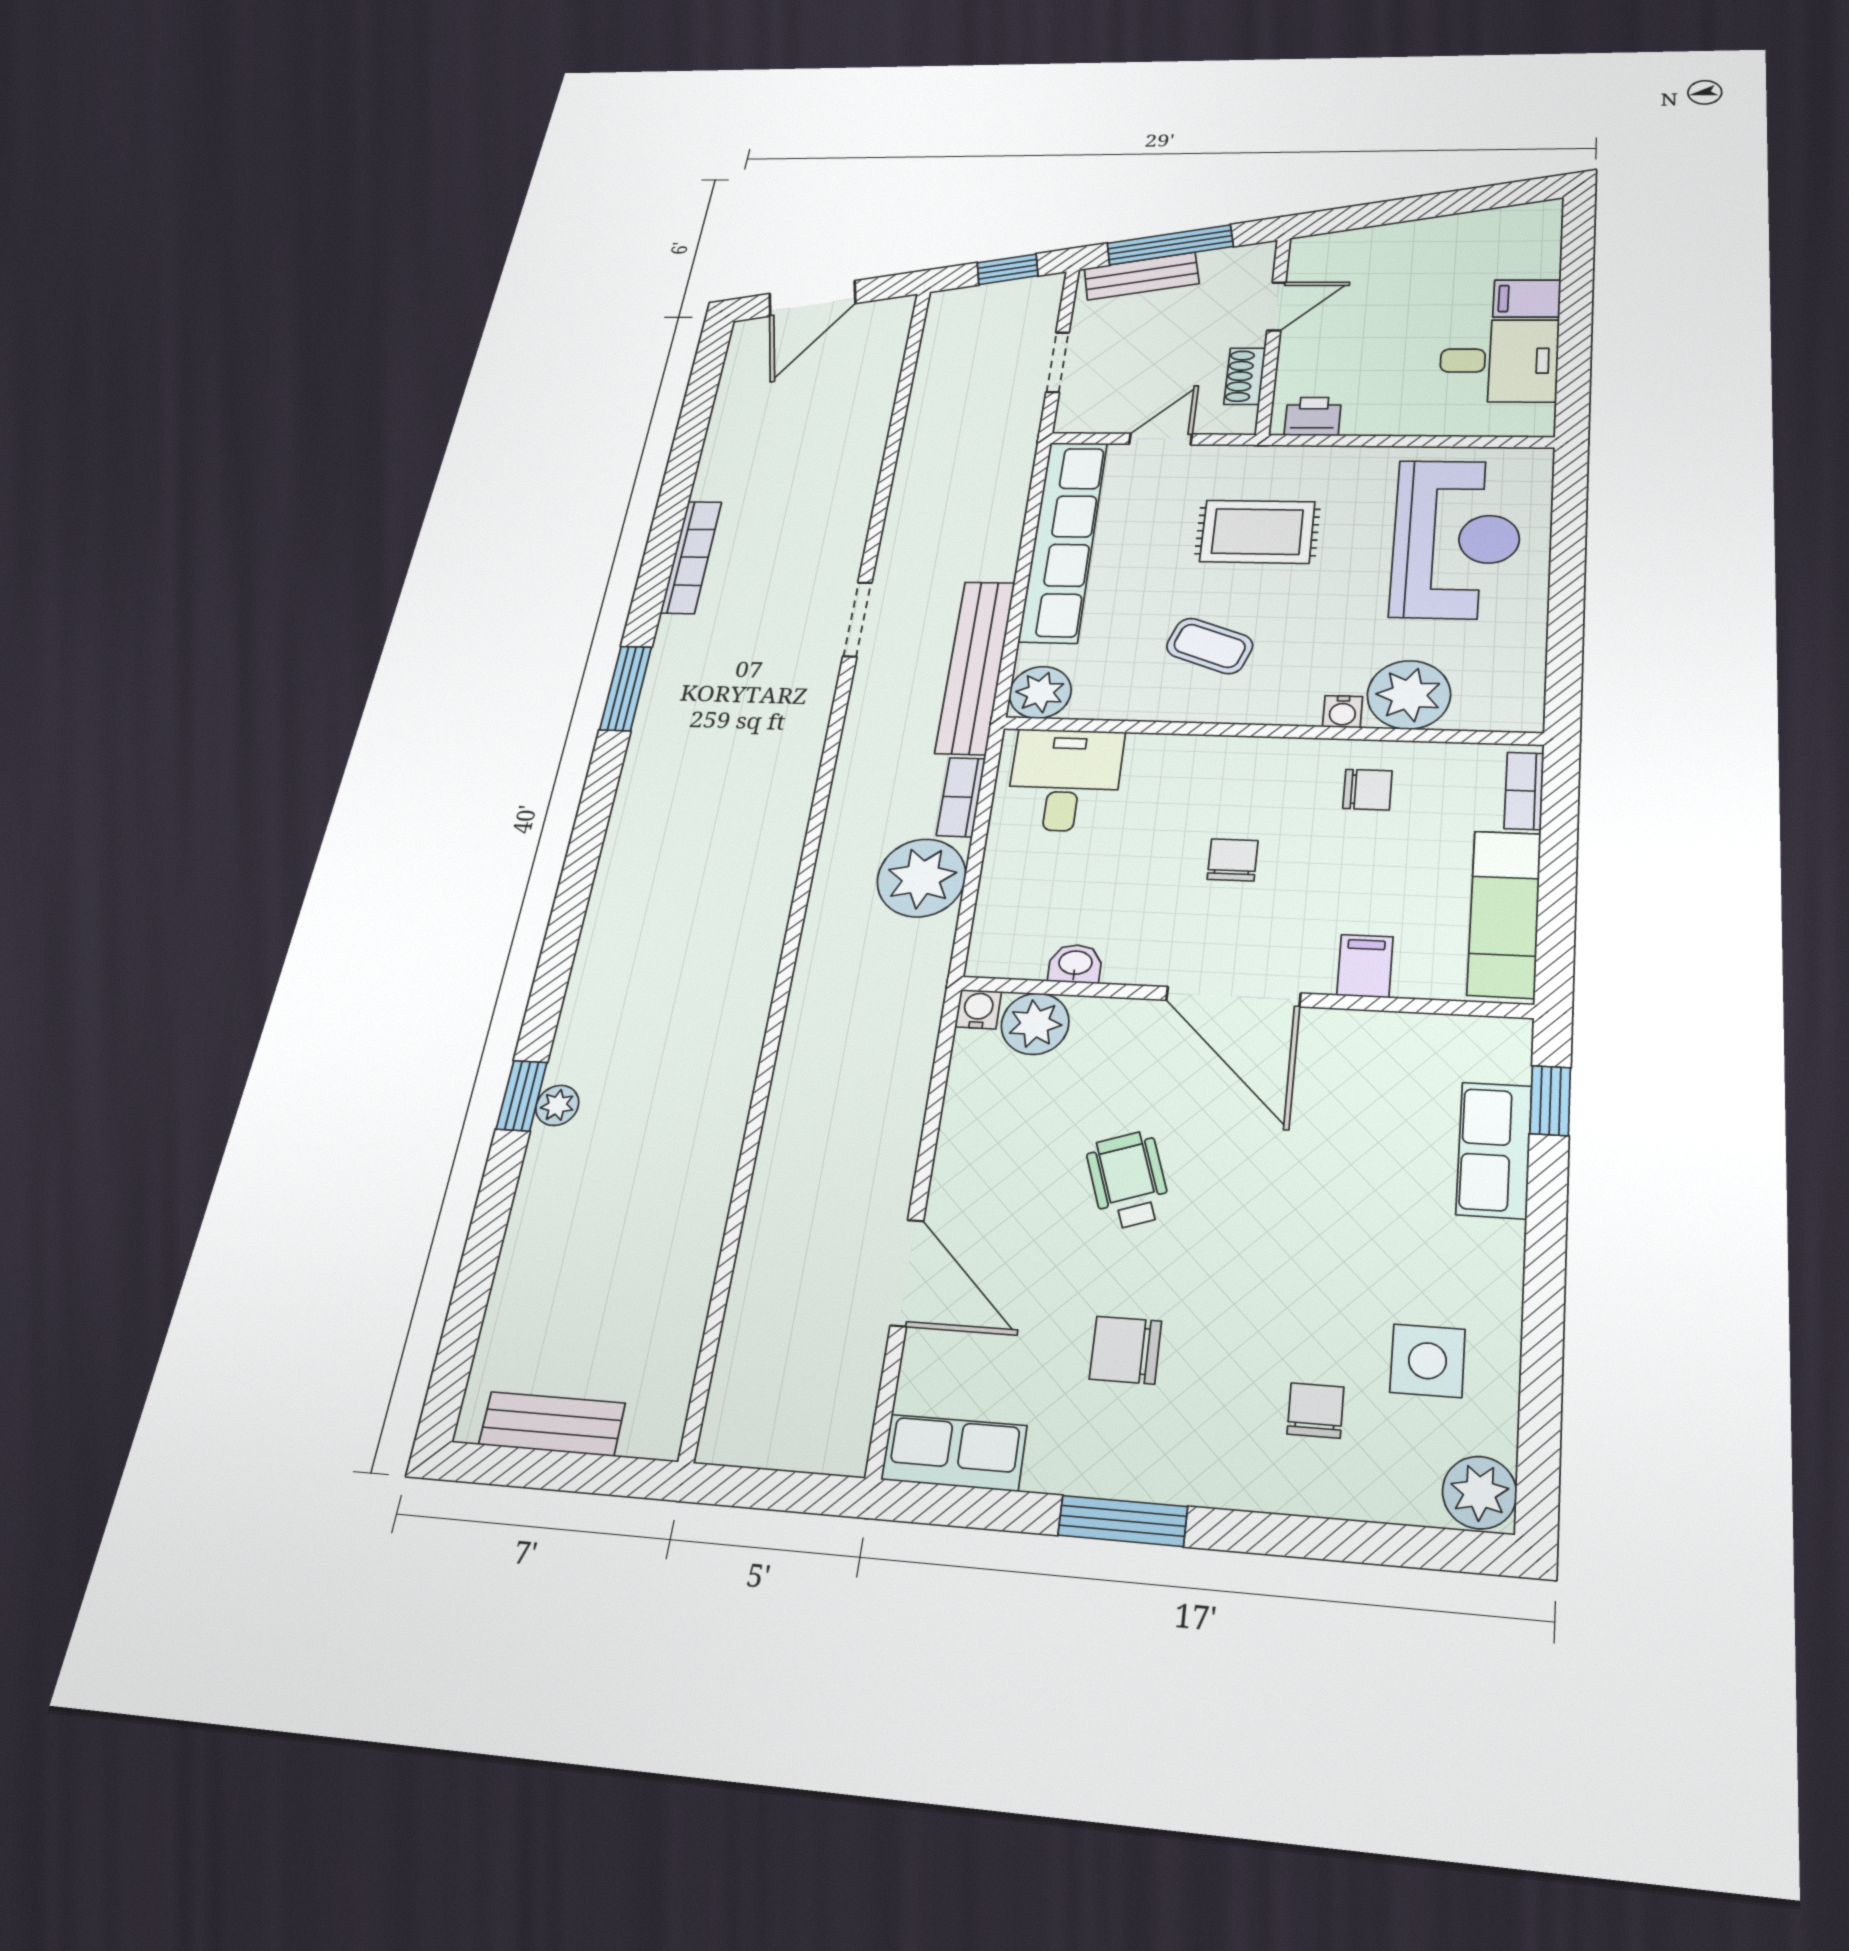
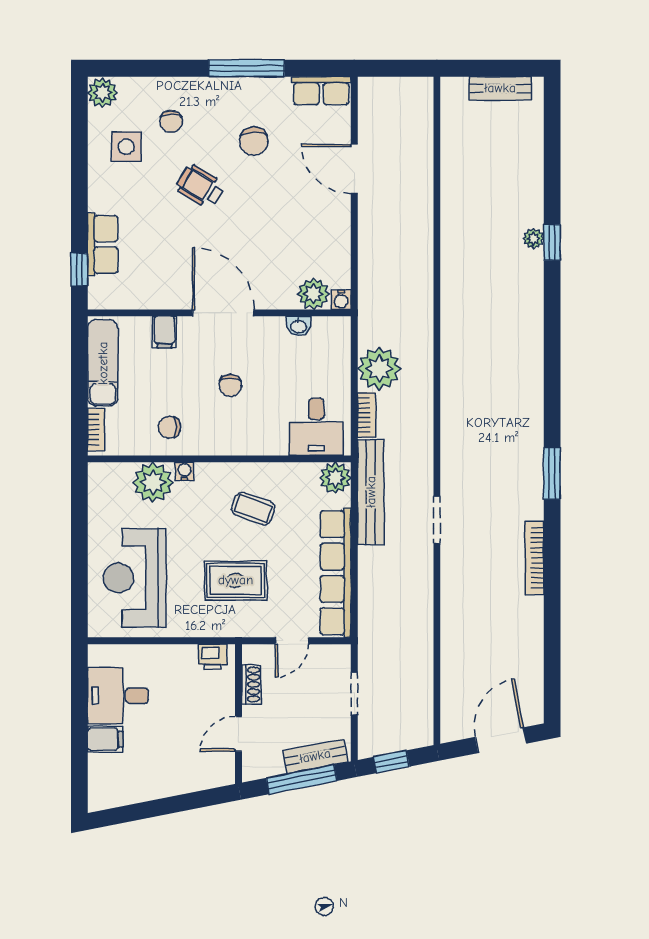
wheelchair: (1128, 1180) -> (200, 186), moved, turned 140
chair: (1125, 1350) -> (254, 141), turned 90
window: (1123, 1521) -> (247, 68), width x1.44

